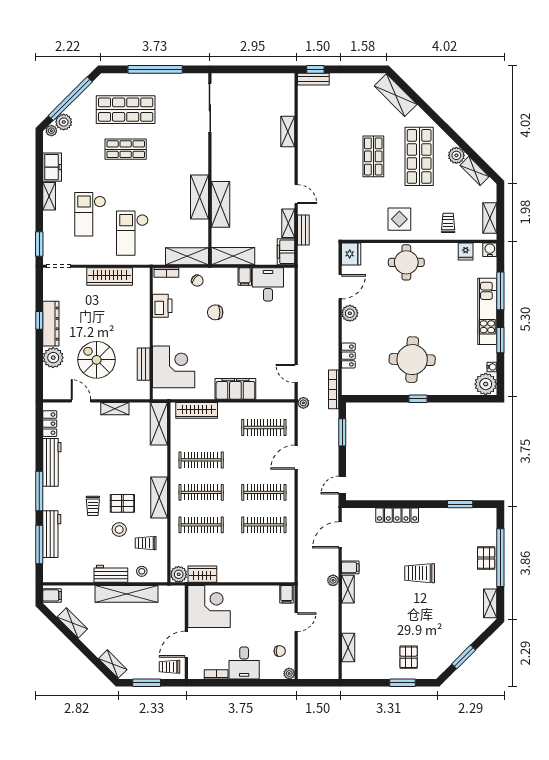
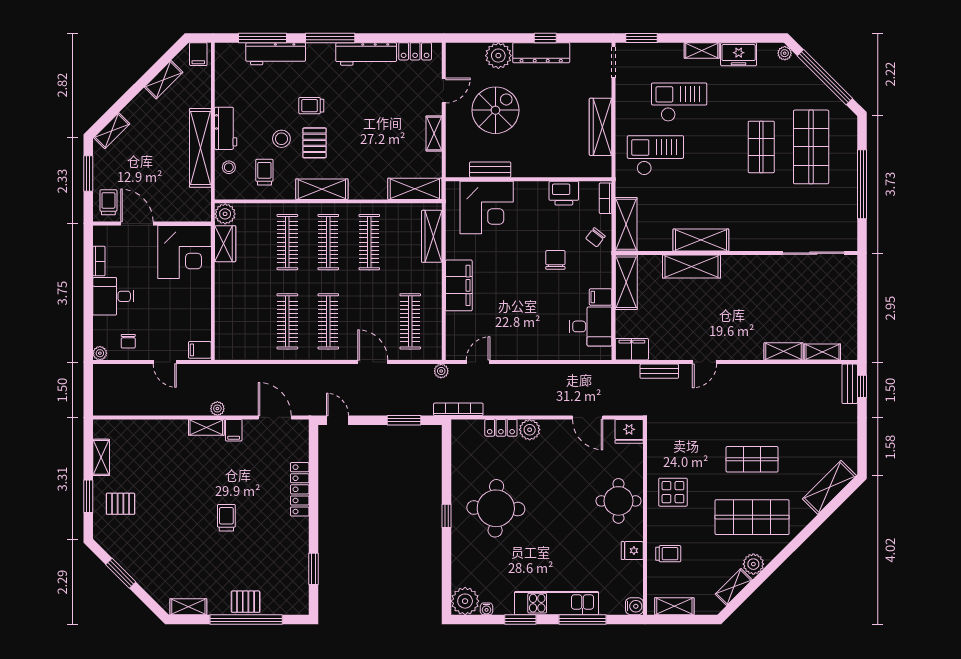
plant: (64, 122) -> (795, 69), removed
shelving: (288, 223) -> (822, 352), moved
fridge: (466, 251) -> (632, 551), moved
plant: (350, 313) -> (530, 430), moved
trolley: (420, 573) -> (226, 518), width x0.73, depth x0.72
shelving: (348, 647) -> (101, 457), moved, turned 90

